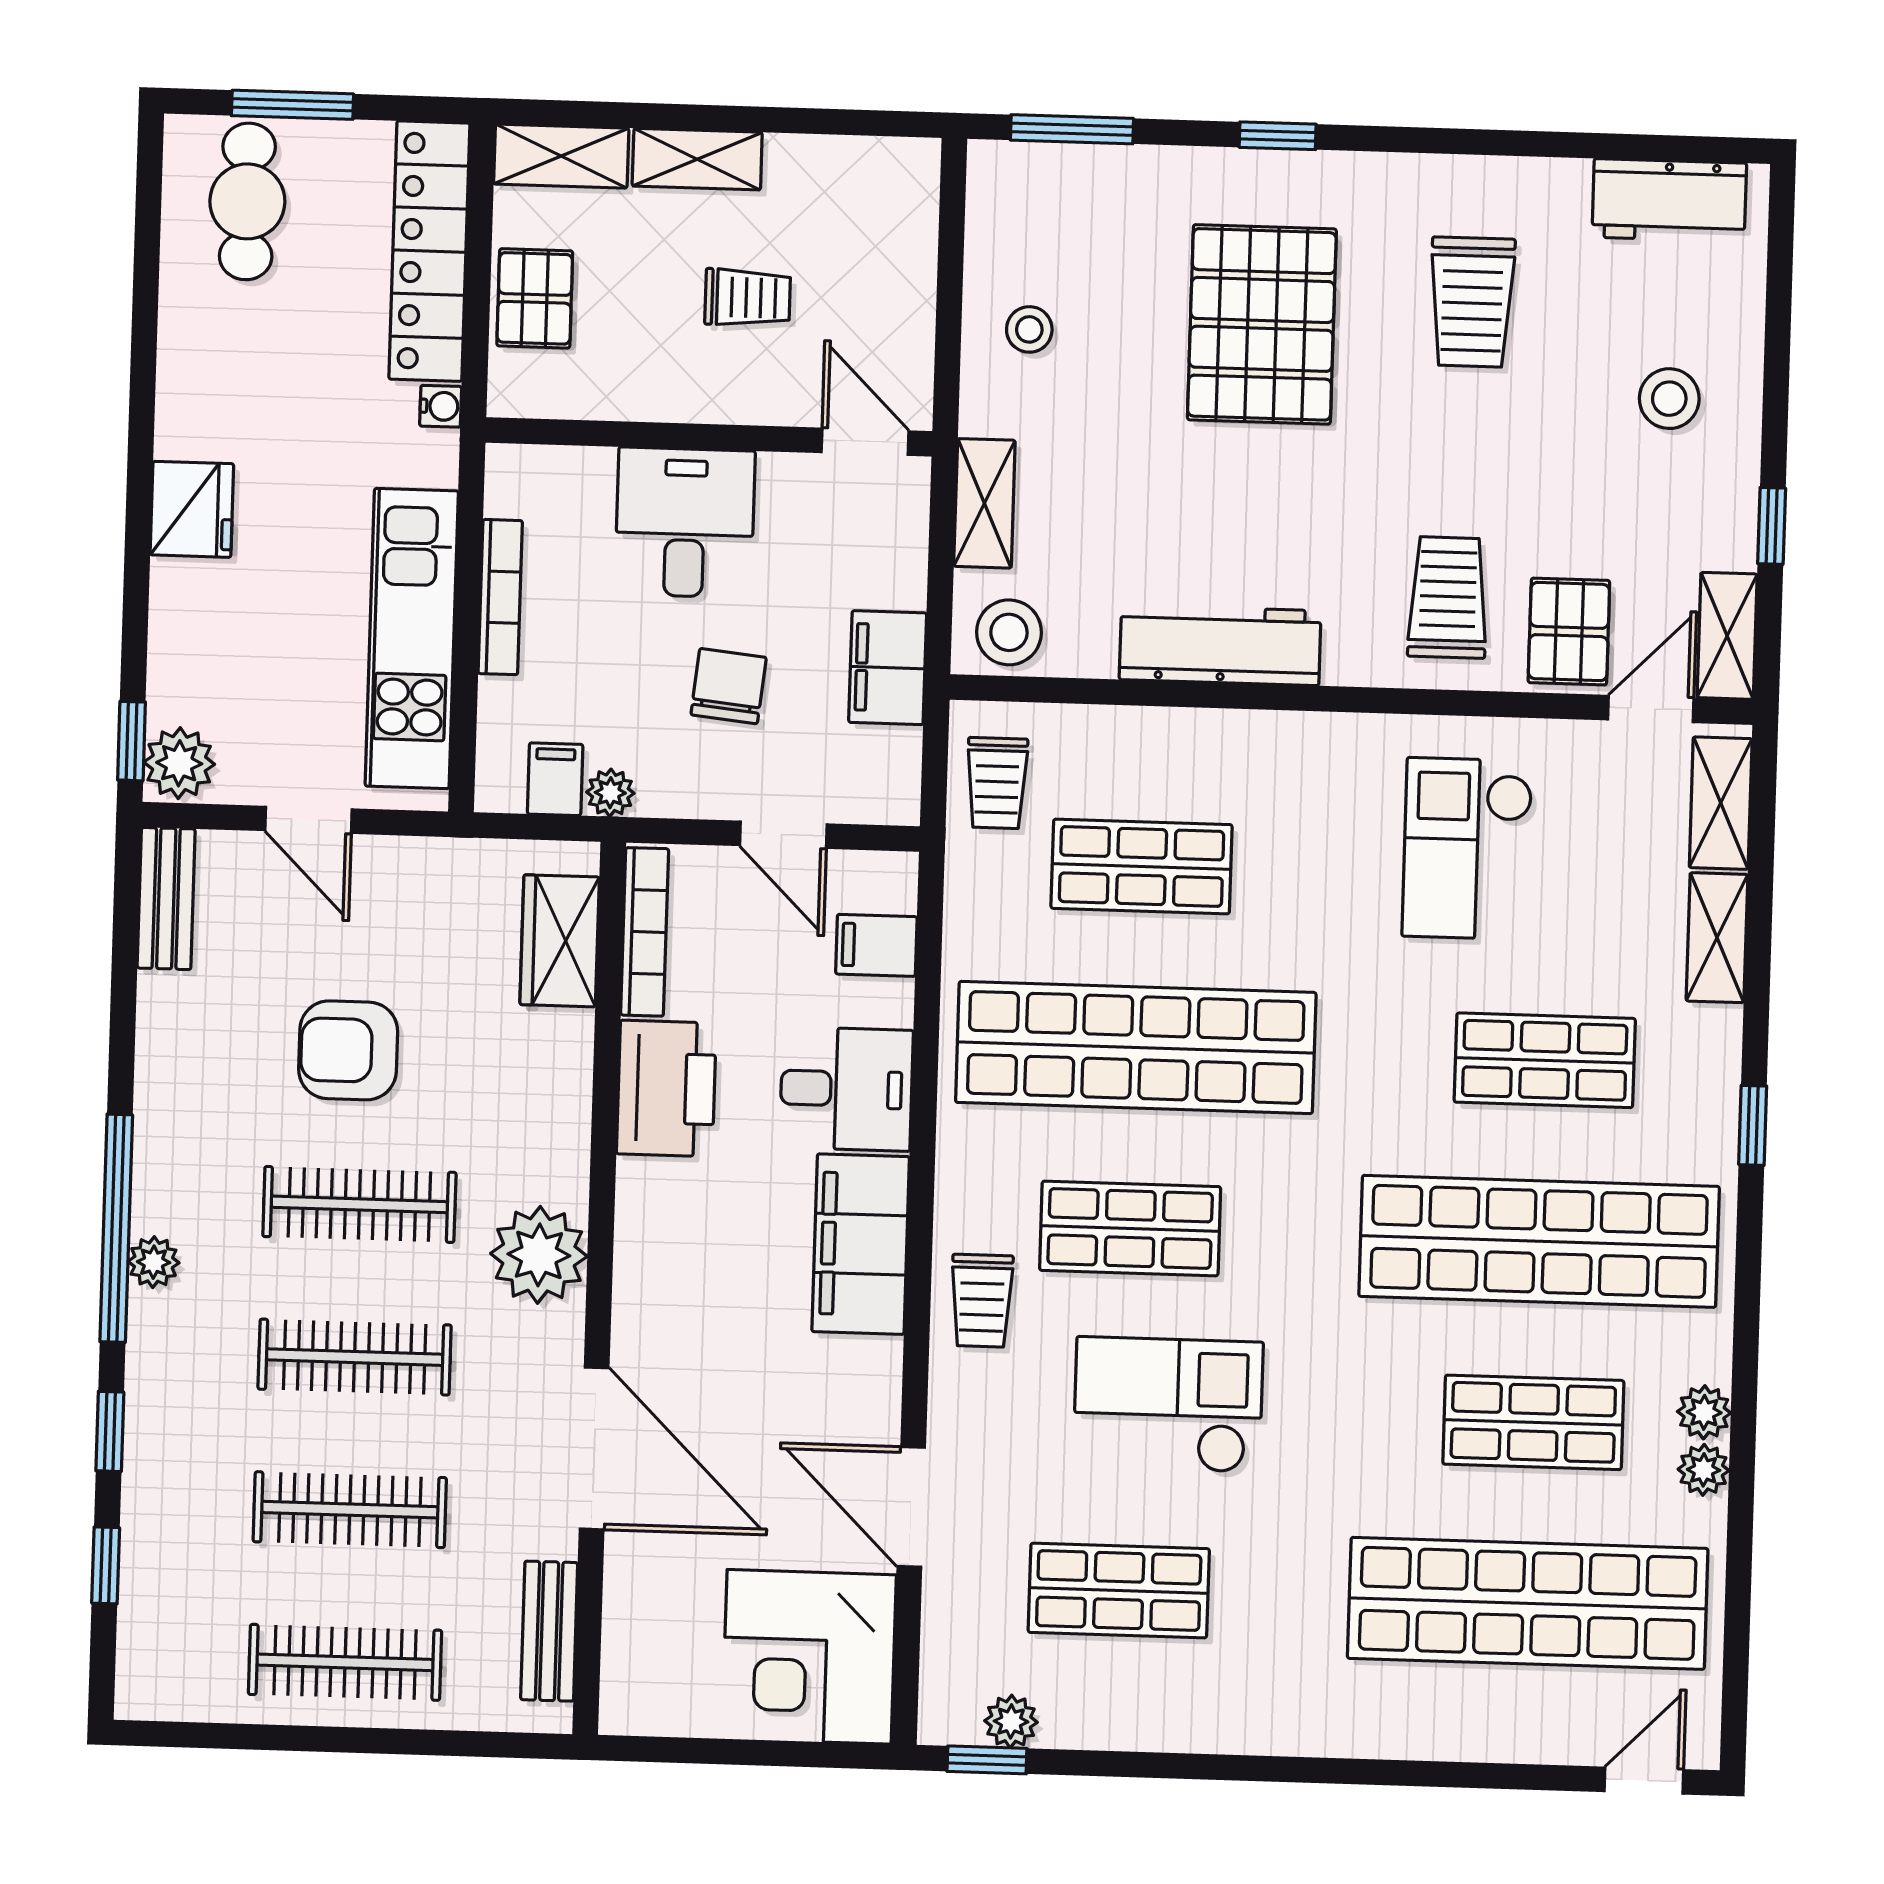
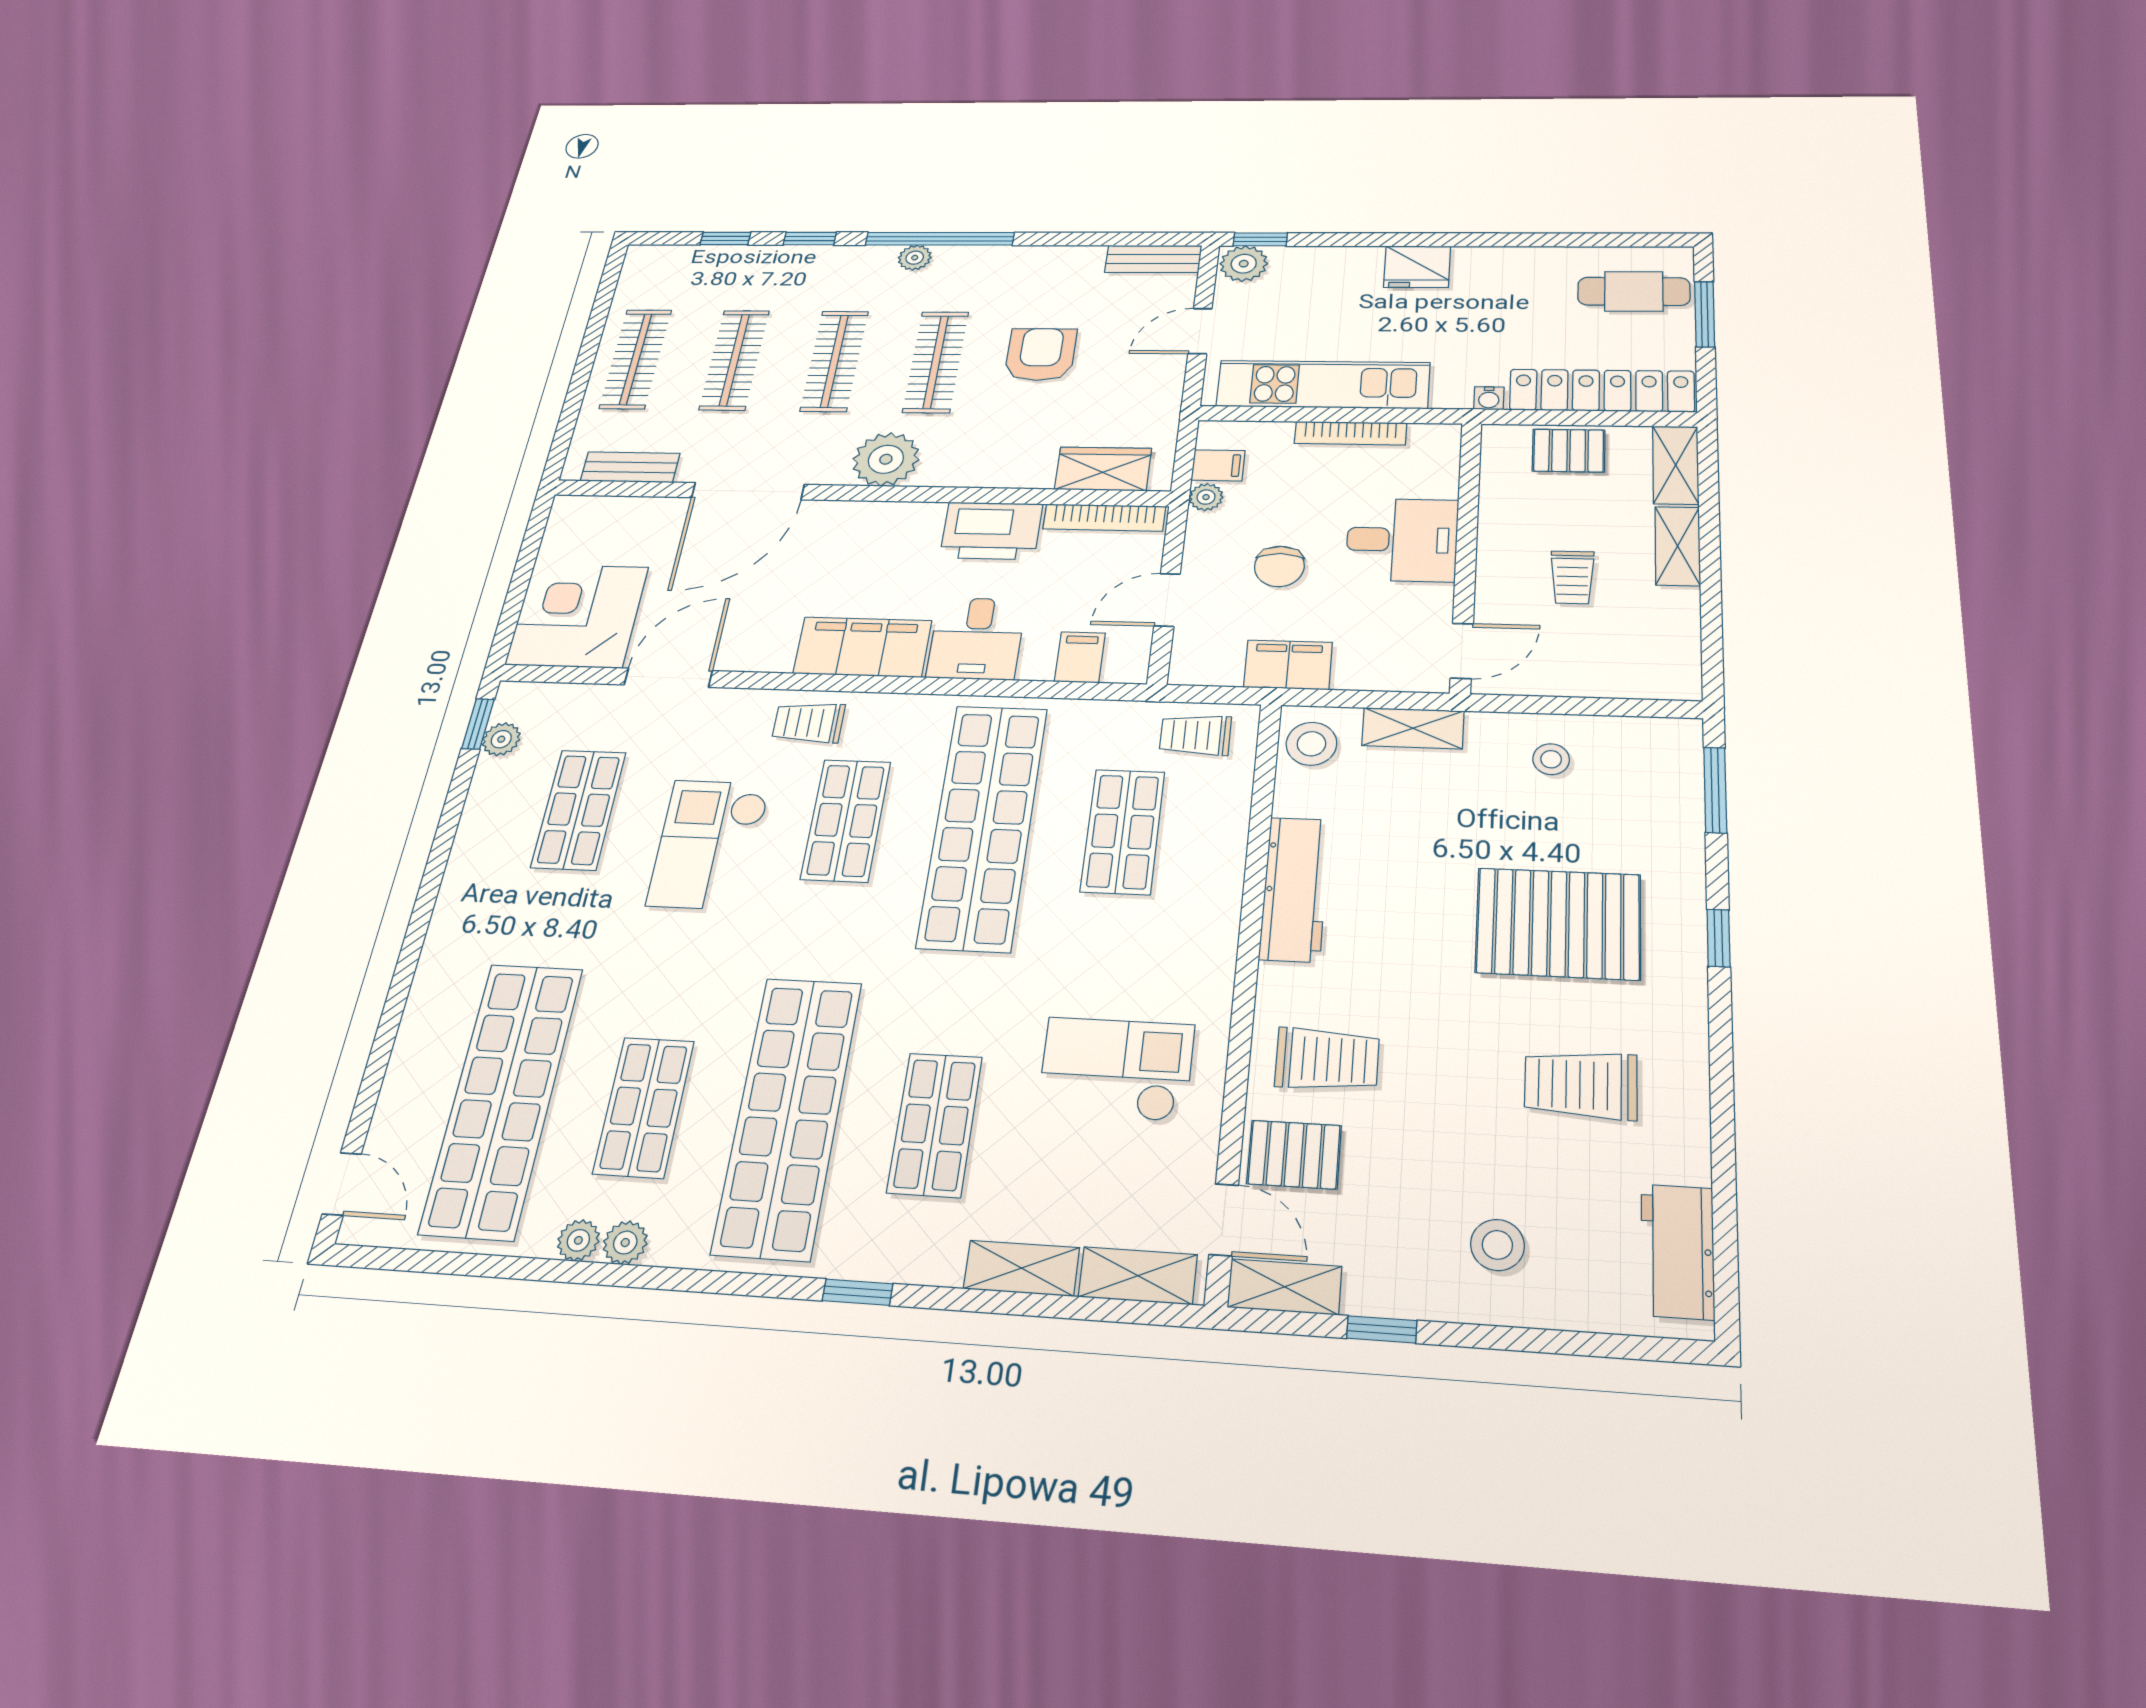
chair: (729, 686) -> (1279, 566), turned 84
checkout: (1168, 1405) -> (709, 844), turned 180

